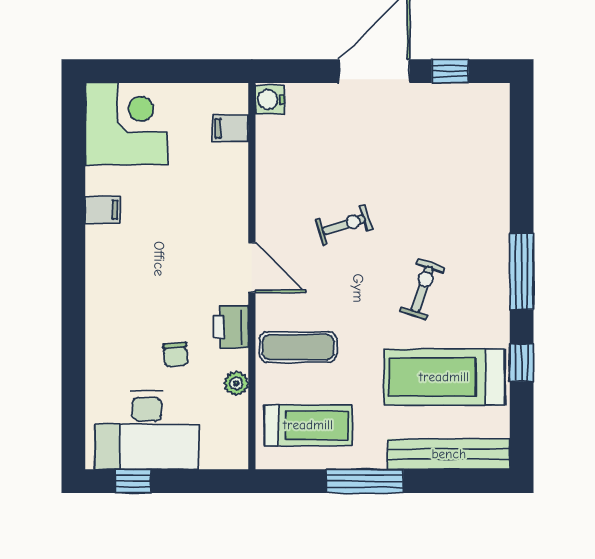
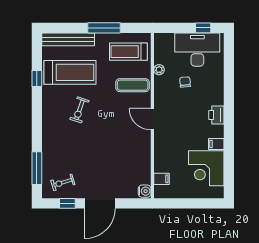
corner desk: (126, 124) -> (206, 168), moved
exercise bike: (344, 225) -> (63, 182), moved
window: (522, 271) -> (37, 168), moved
printer: (231, 327) -> (216, 115), moved, turned 180

